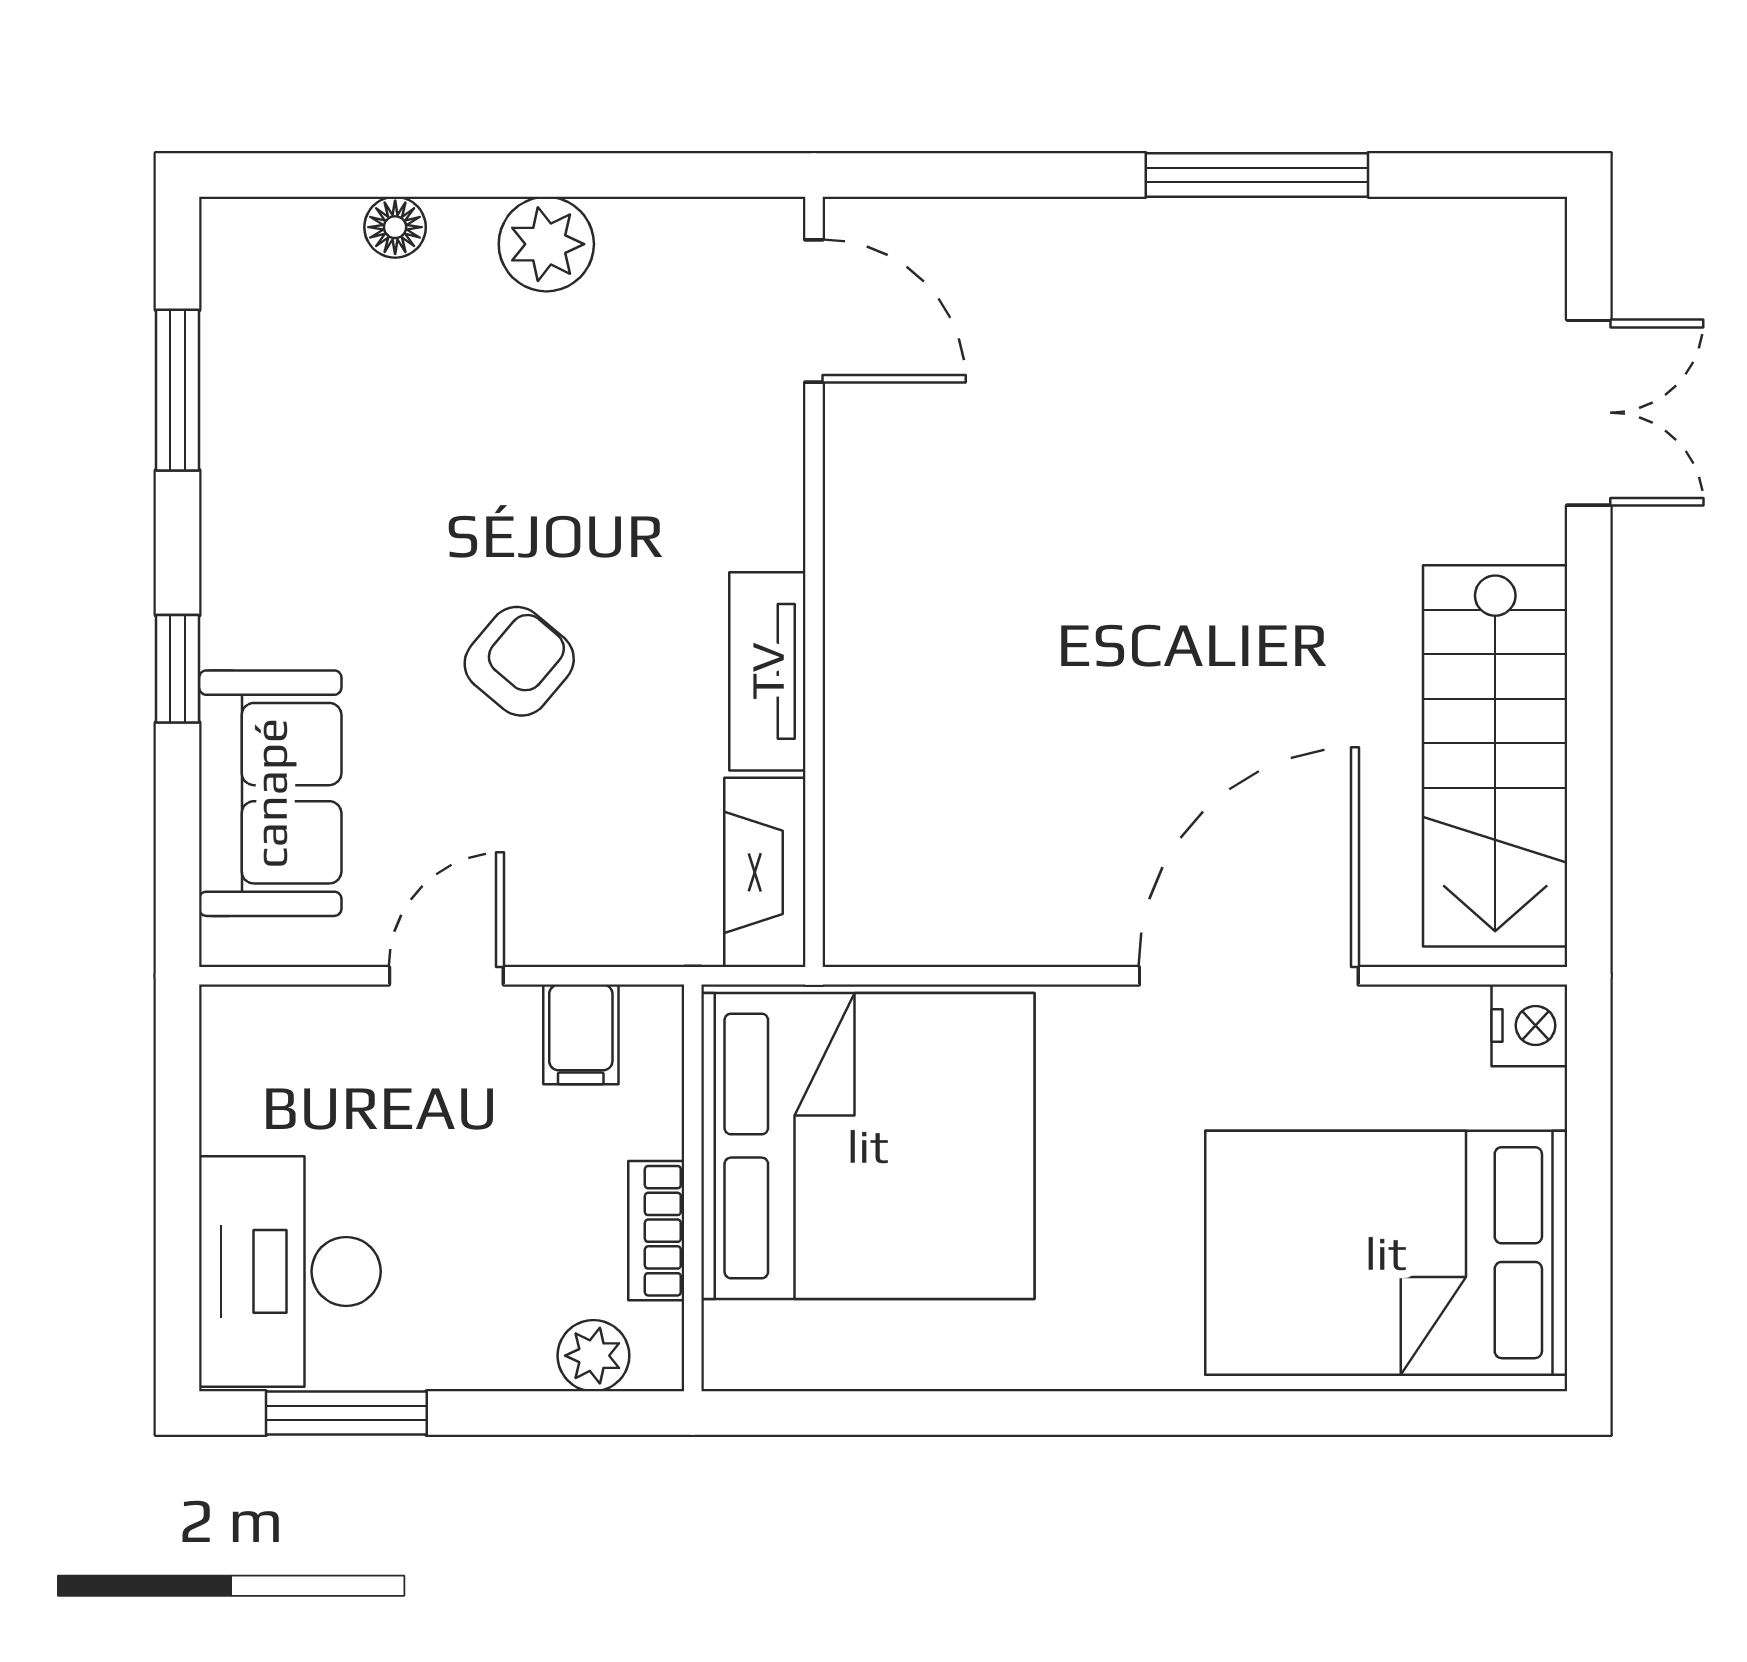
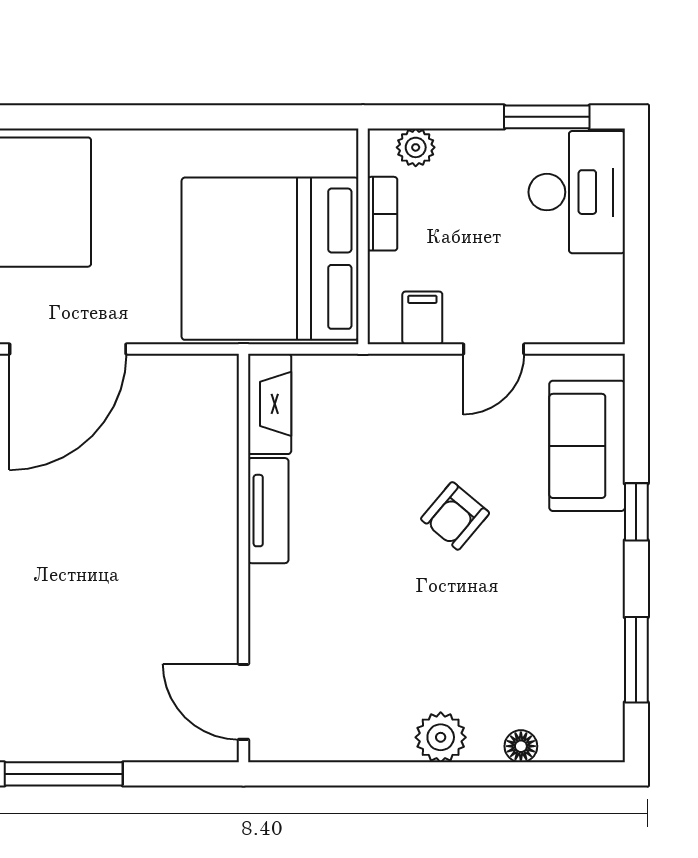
door: (814, 311) -> (244, 702), moved
wall: (814, 582) -> (244, 558), moved
tv unit: (767, 671) -> (268, 511), moved
fireplace: (765, 872) -> (270, 404), moved

